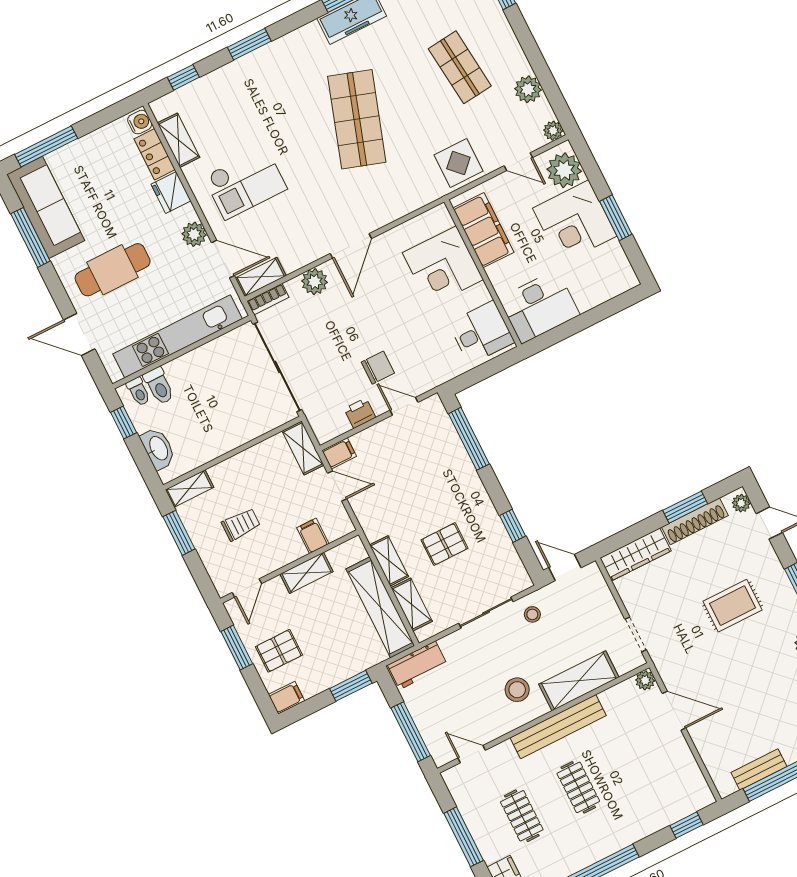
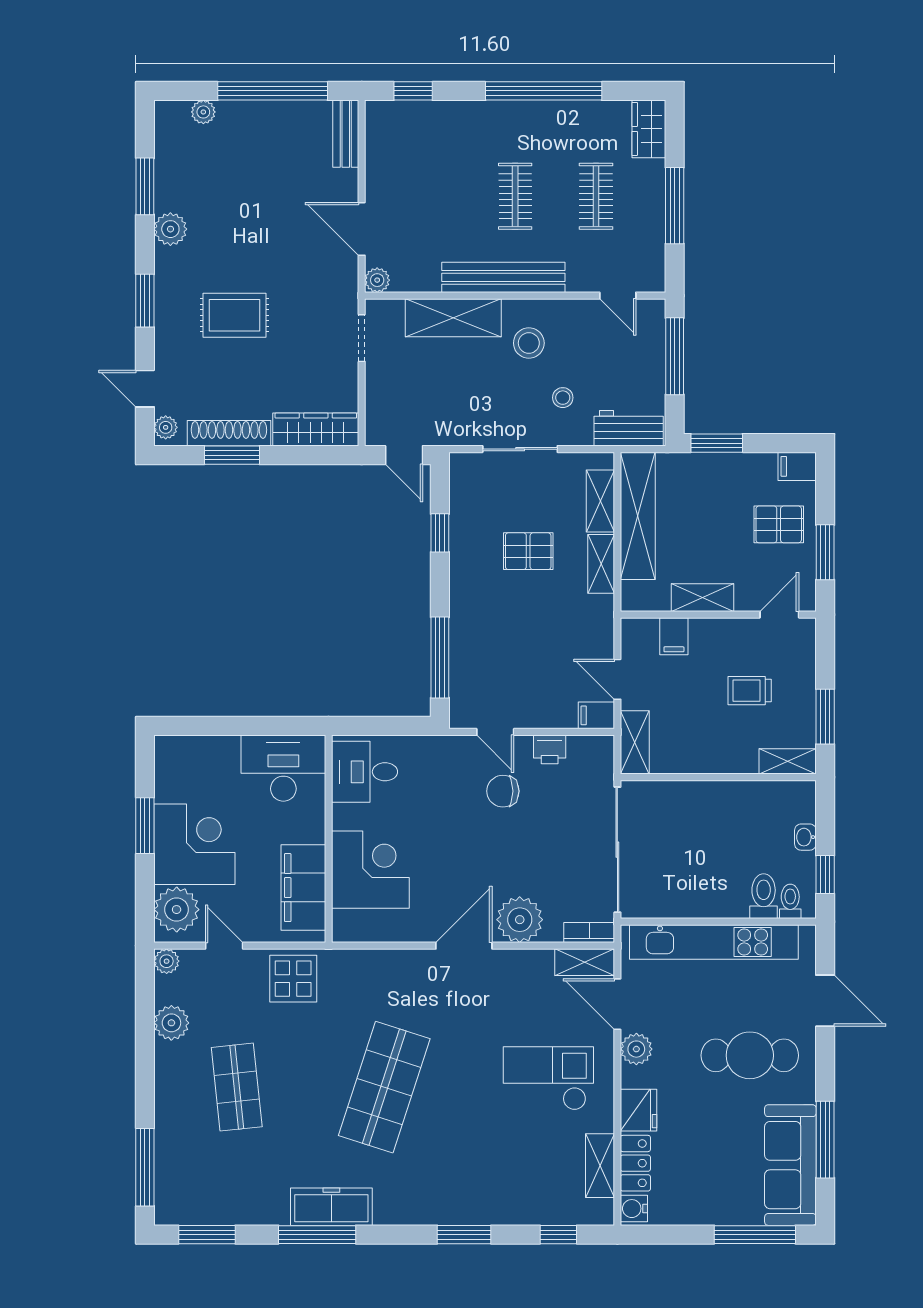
plant: (315, 282) -> (520, 920), width x1.36, depth x1.36
washbasin: (158, 449) -> (805, 837), width x0.52, depth x0.69
stool: (532, 614) -> (563, 398), moved
bench: (759, 769) -> (346, 134), moved, turned 90

